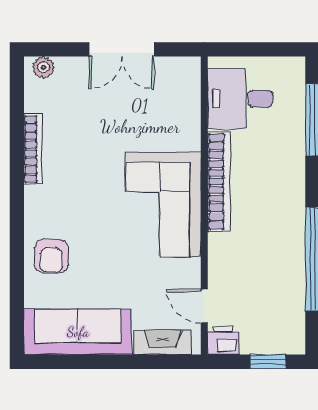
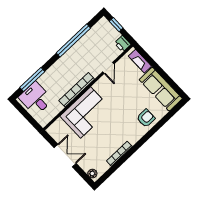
desk: (240, 99) -> (36, 99), moved, turned 180
corner sofa: (163, 204) -> (86, 112), moved
door: (204, 306) -> (108, 68), moved

